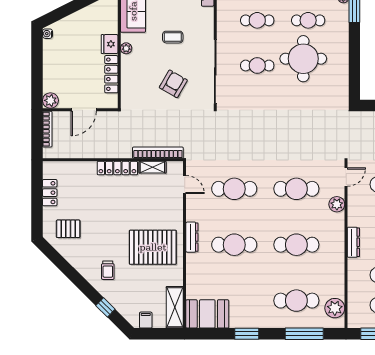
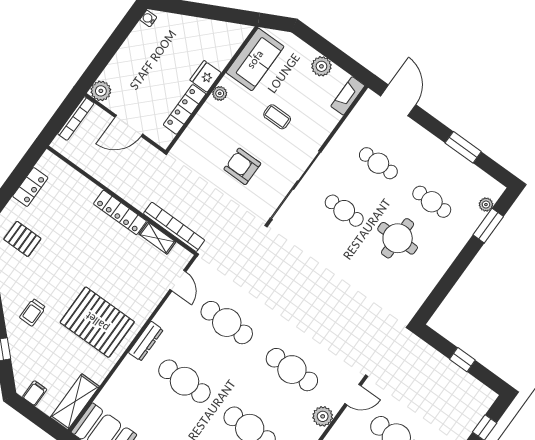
round table: (303, 59) -> (398, 238), width x0.73, depth x0.73
armchair: (173, 84) -> (242, 166), turned -120

